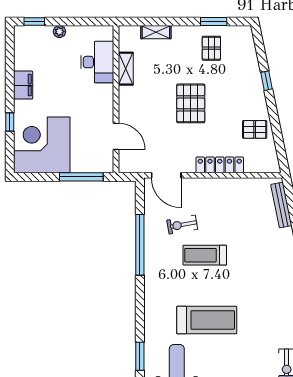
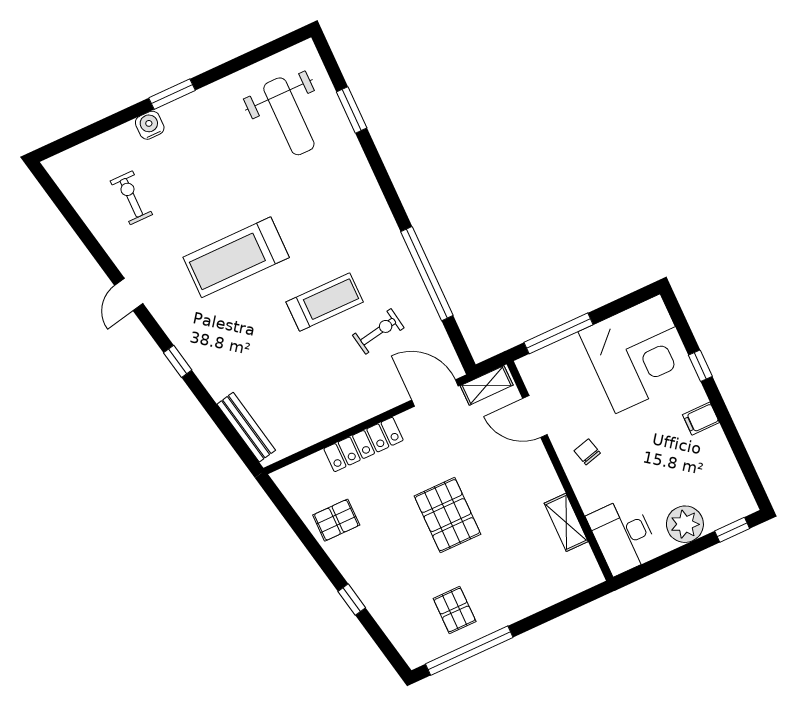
window: (214, 22) -> (469, 651), width x2.11
plant: (59, 32) -> (685, 524), width x1.88, depth x1.88
shelving: (156, 32) -> (487, 385), moved
desk: (97, 62) -> (623, 536), moved
filing cabinet: (23, 85) -> (701, 419), width x0.50
chair: (96, 103) -> (587, 452), added
treadmill: (207, 320) -> (236, 257), moved

